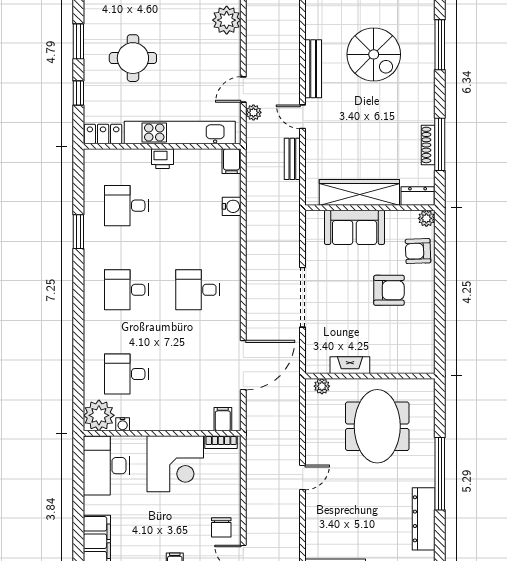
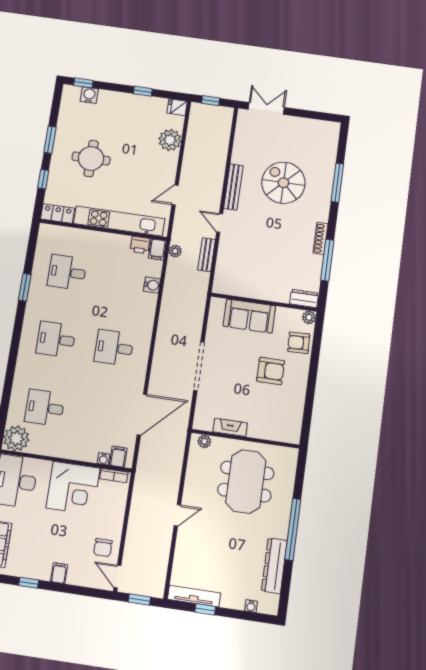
spiral stairs: (374, 54) -> (283, 183), turned 180
plant: (253, 112) -> (175, 251), moved
shoe rack: (428, 145) -> (321, 238), moved
printer: (163, 159) -> (140, 245), moved
wardrobe: (359, 192) -> (257, 289), removed
water cooler: (123, 424) -> (103, 459), moved

